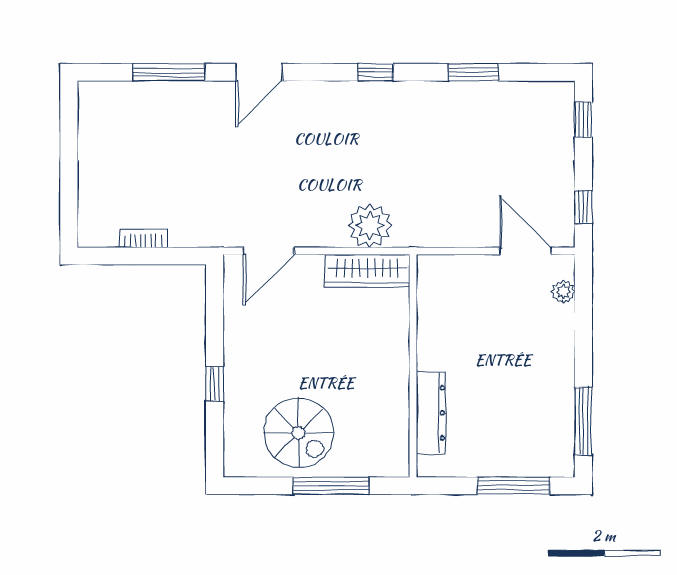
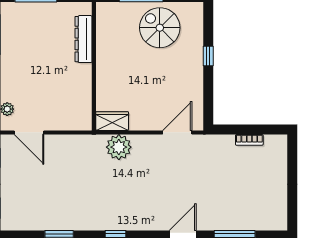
wardrobe: (367, 271) -> (112, 121), width x0.67

